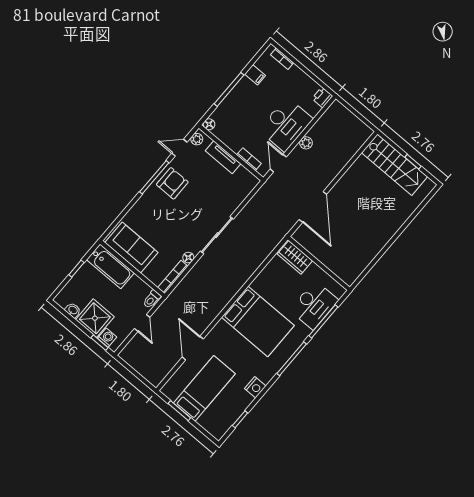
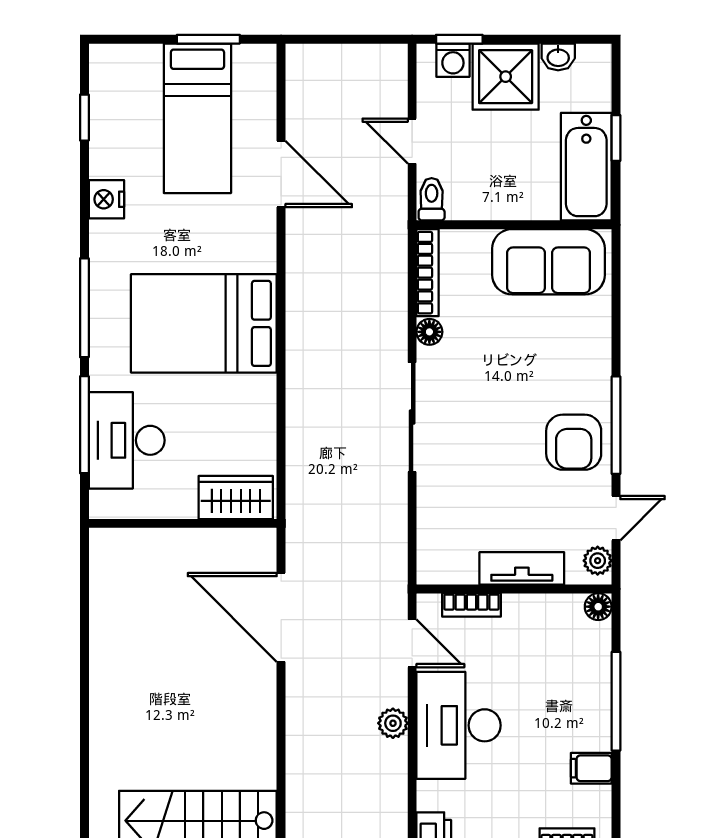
bathtub: (110, 266) -> (586, 167), moved, turned -90

